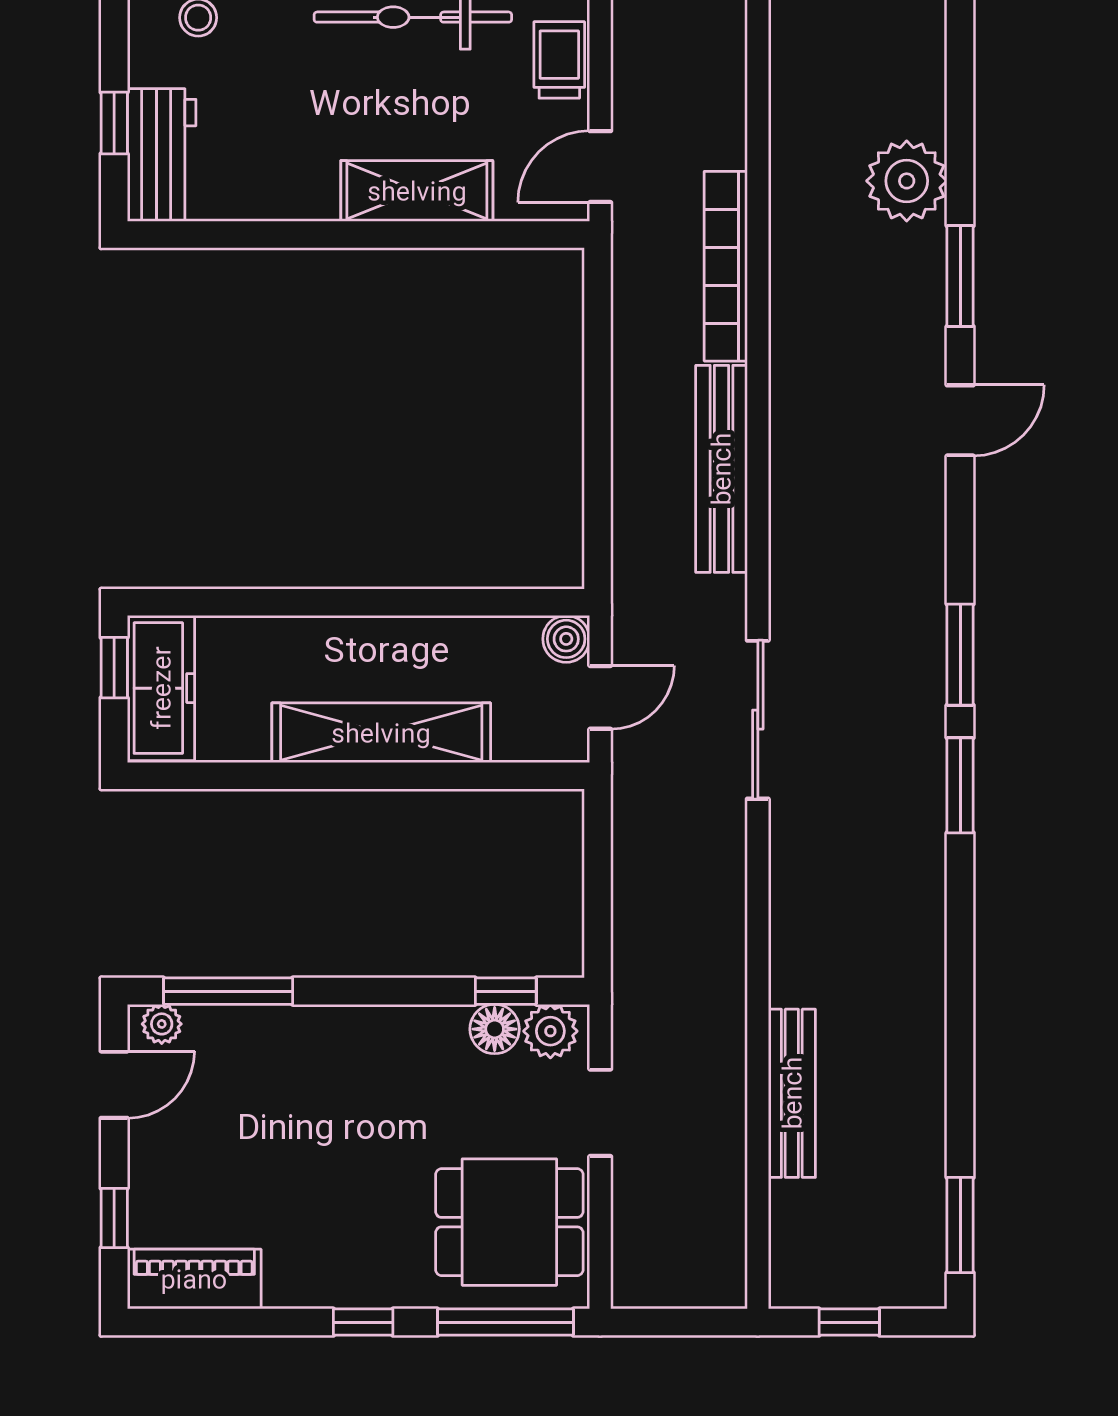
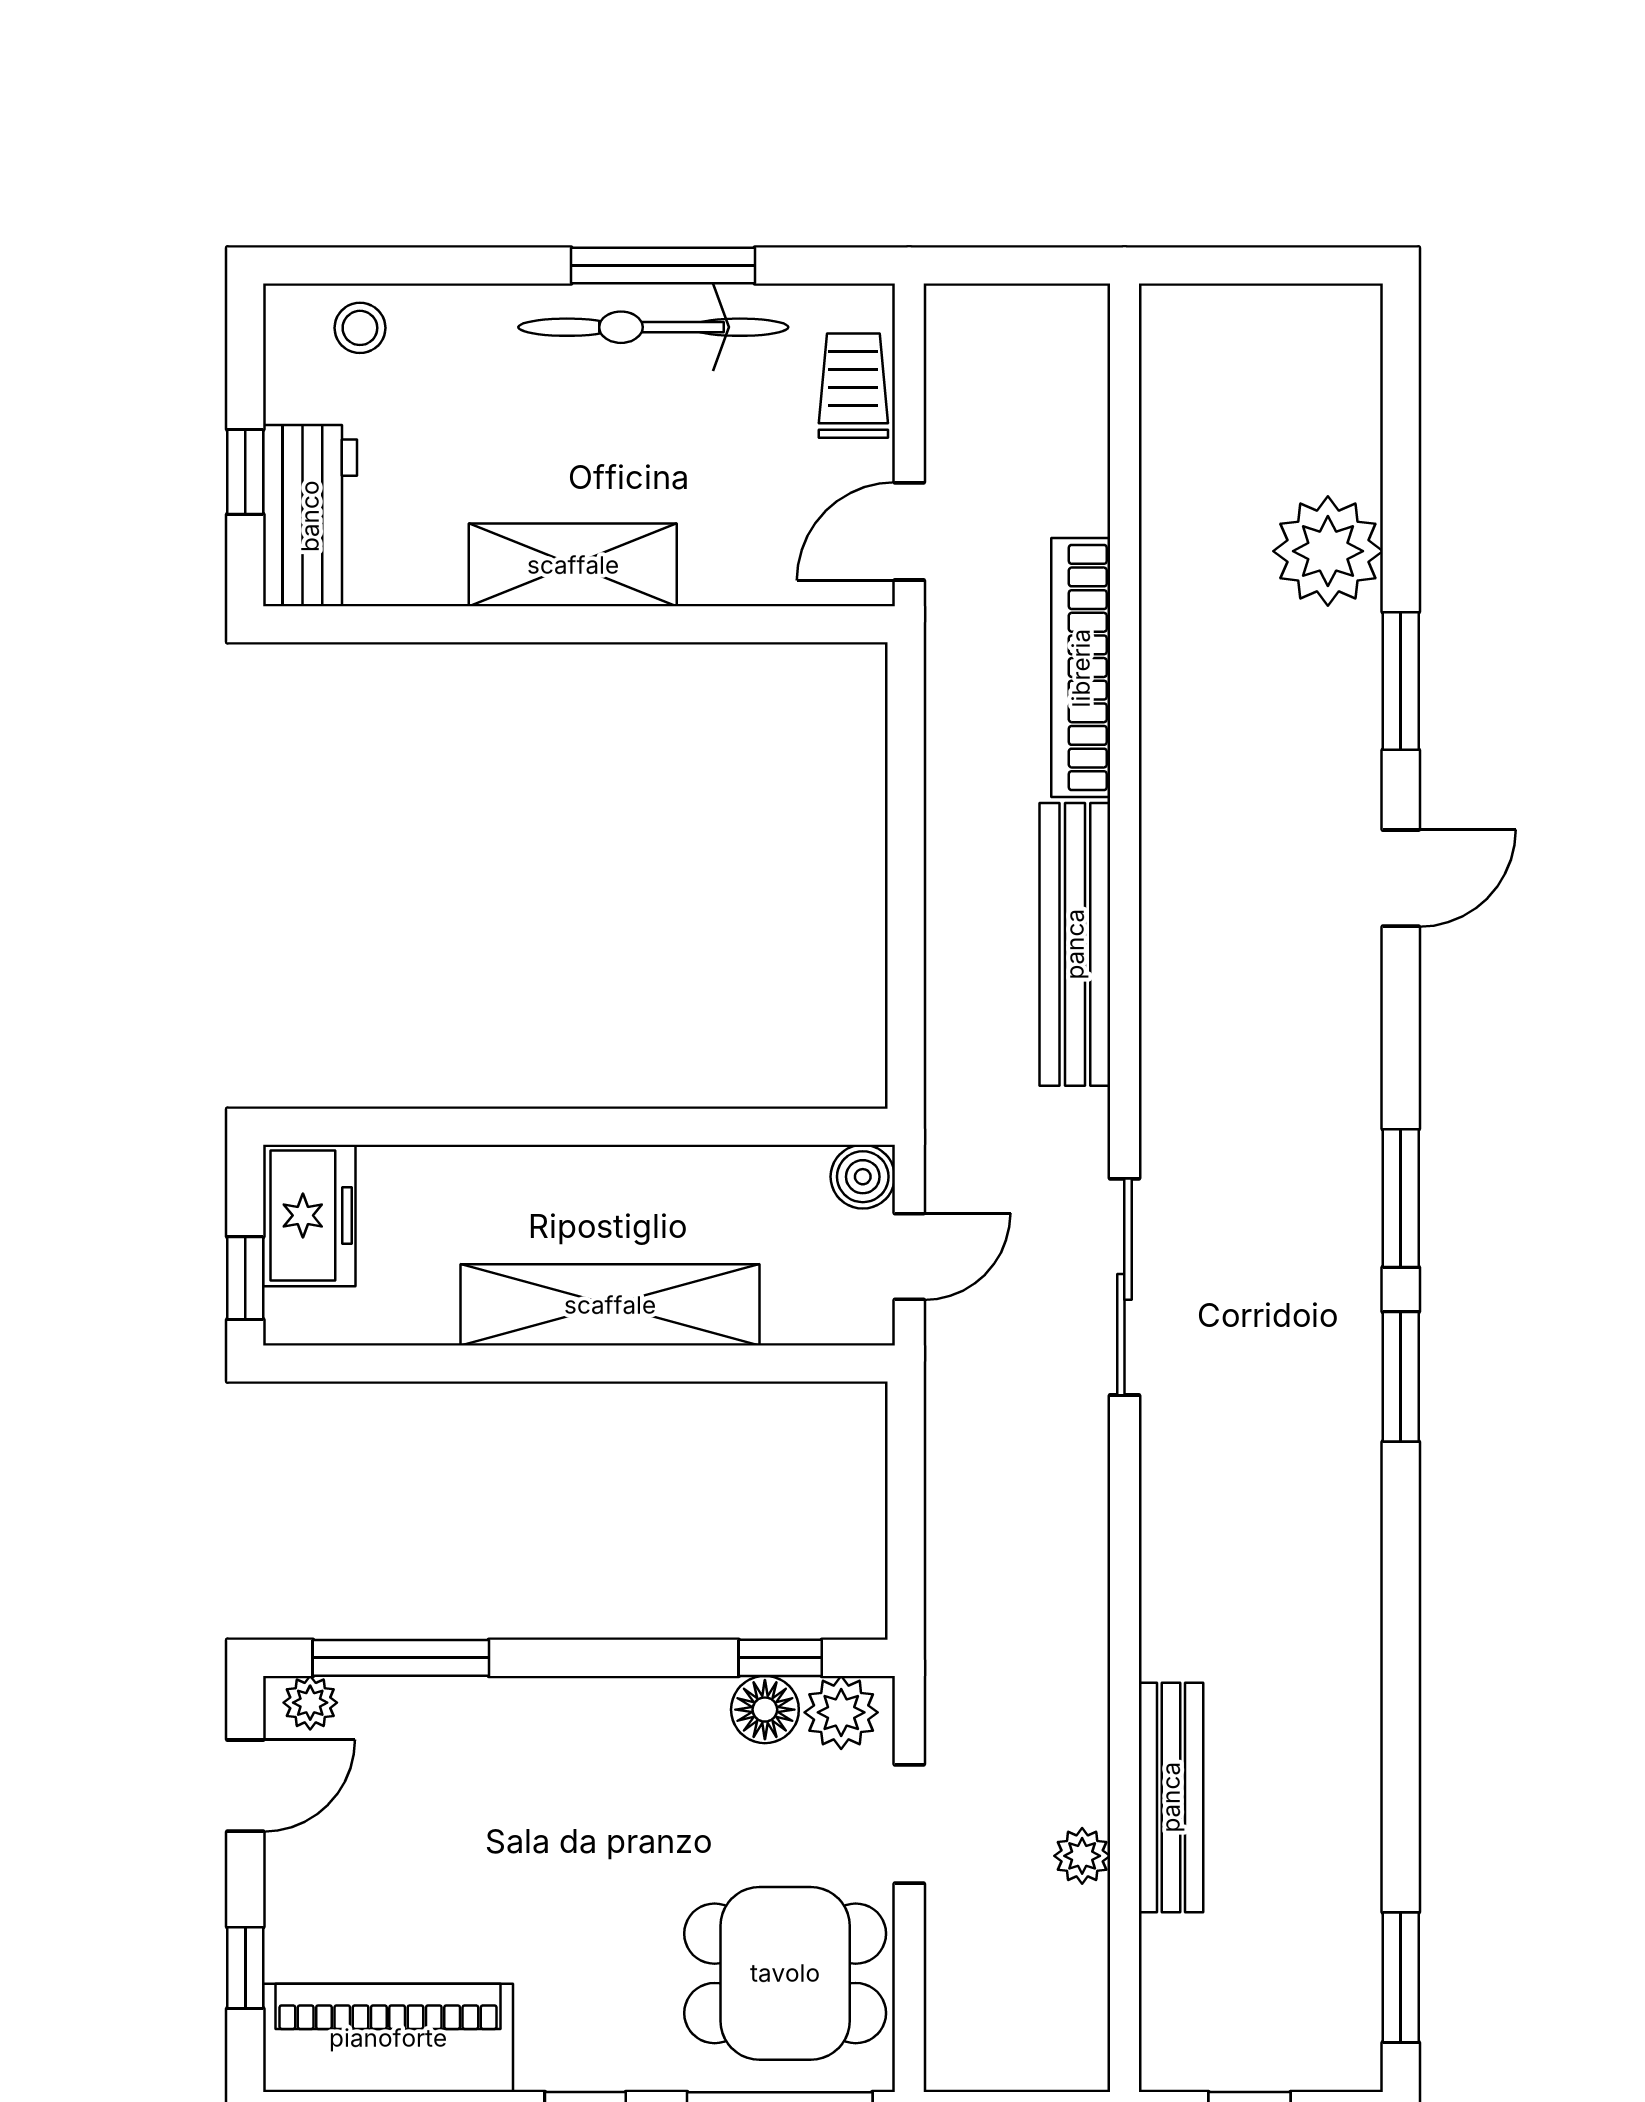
shelving: (417, 191) -> (573, 565), moved
window: (114, 668) -> (245, 1278), moved
freezer: (161, 688) -> (309, 1215), width x0.71
plant: (727, 1136) -> (1082, 1856), added
piano: (194, 1279) -> (388, 2038), width x1.37, depth x1.33

